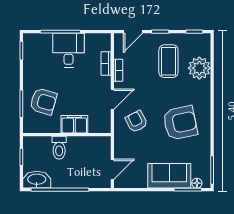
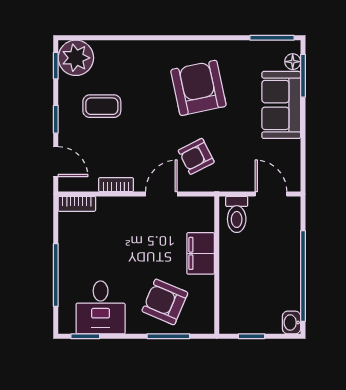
desk: (69, 50) -> (101, 307), moved, turned -90
coffee table: (168, 61) -> (102, 106), width x0.73, depth x0.77
bookcase: (106, 64) -> (77, 204), moved
plant: (199, 68) -> (76, 58), moved
door: (112, 99) -> (161, 194), hinge flipped
armchair: (43, 101) -> (165, 302), turned -83
toilet: (59, 148) -> (237, 214), moved, turned 90
washbasin: (37, 180) -> (291, 323), width x0.52, depth x0.69

